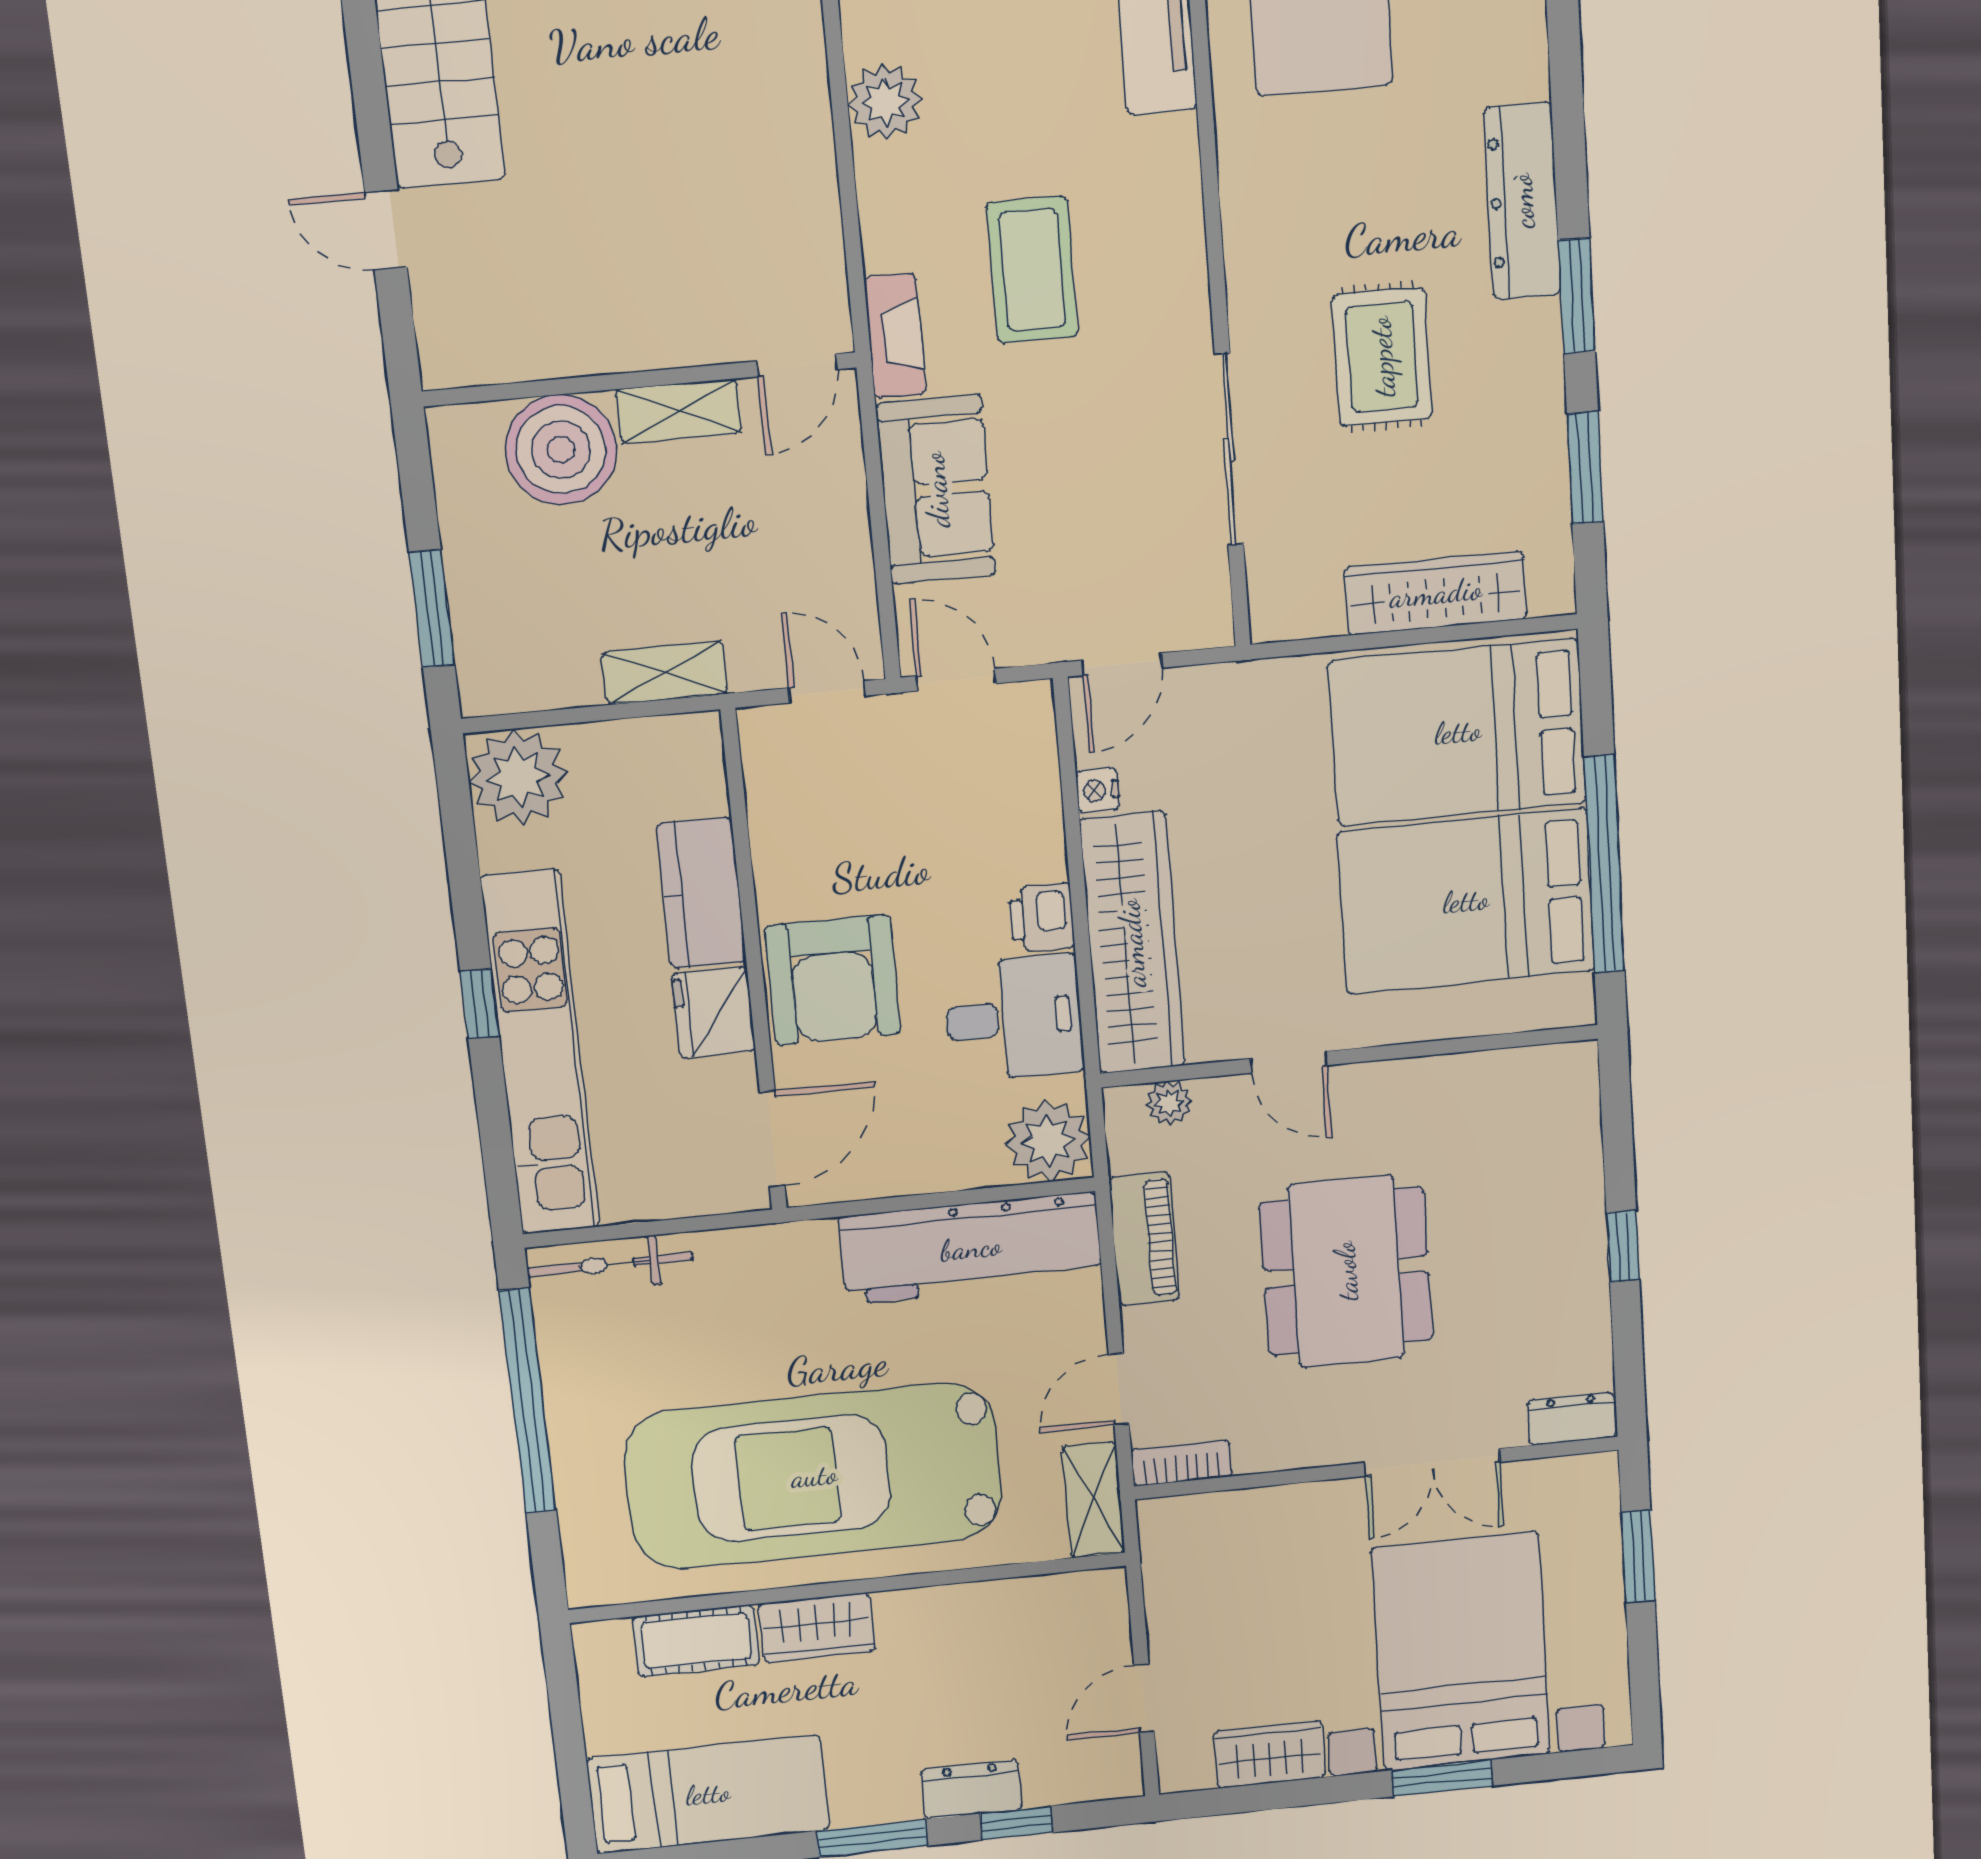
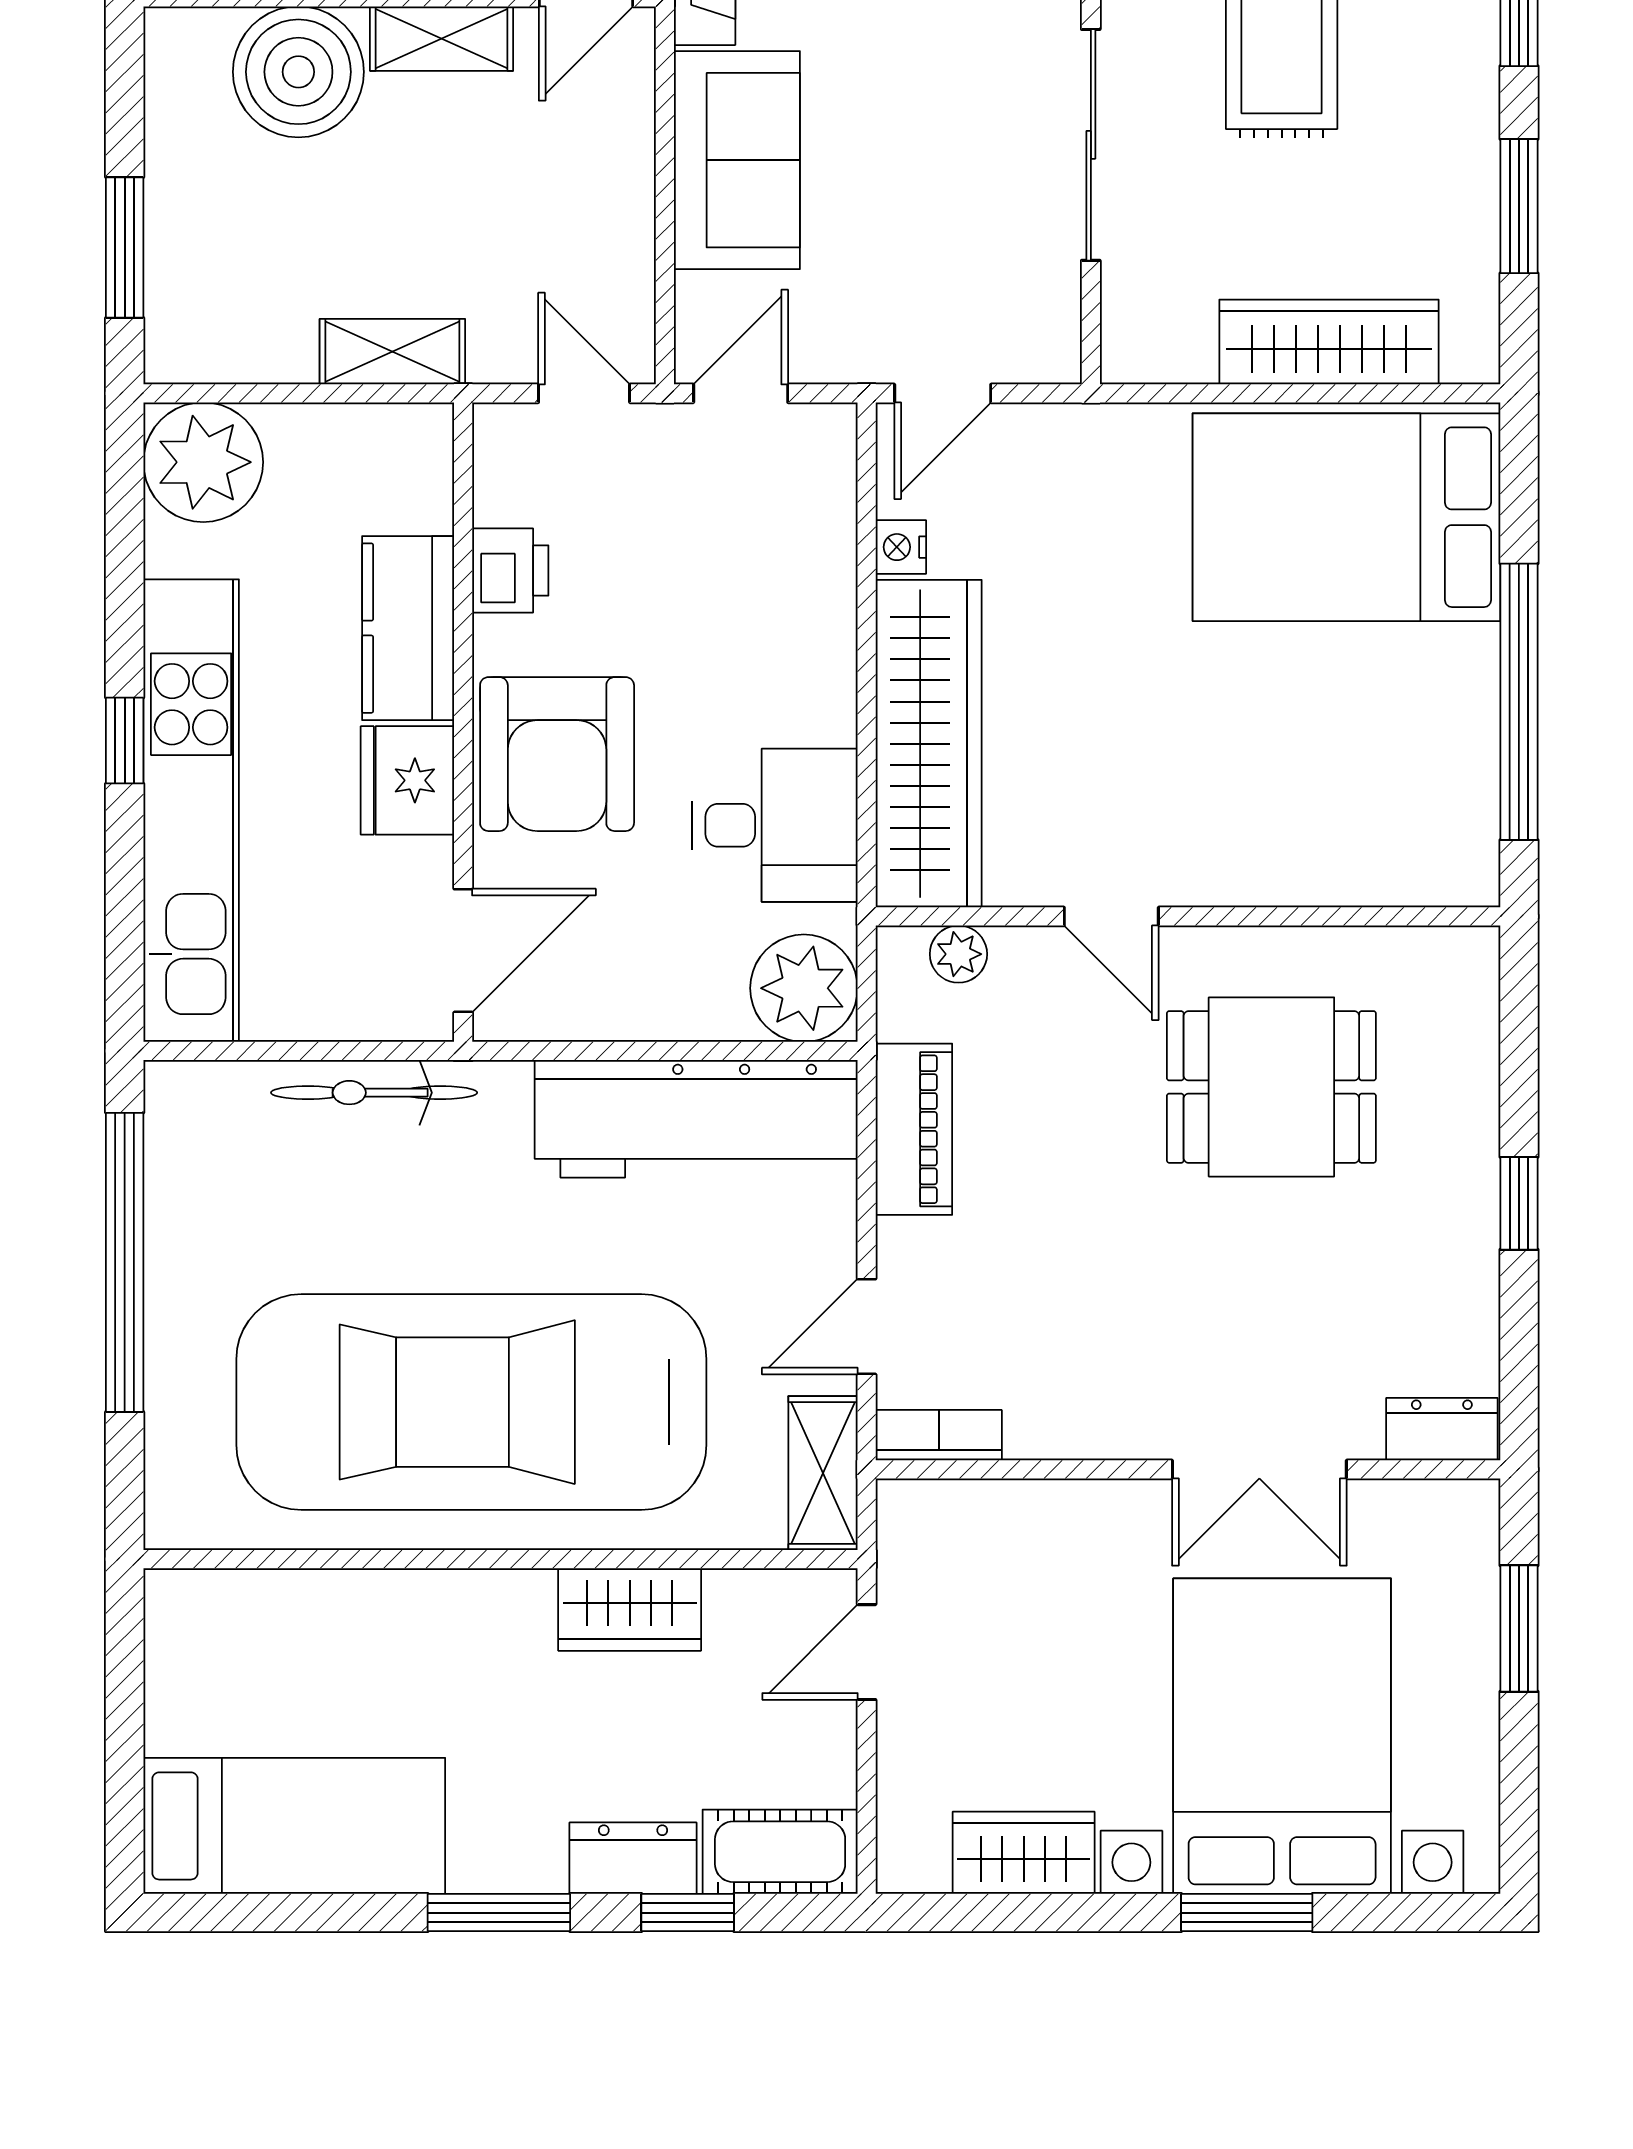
door: (956, 680) -> (741, 393), hinge flipped
bed: (1466, 901) -> (1345, 732), removed
printer: (1041, 918) -> (510, 571), moved, turned 180
bicycle: (610, 1264) -> (374, 1093), moved
dining table: (1346, 1271) -> (1271, 1087), moved, width x0.73
wardrobe: (817, 1628) -> (630, 1609), moved
cot: (696, 1641) -> (780, 1852), moved
door: (1144, 1698) -> (867, 1652), moved

